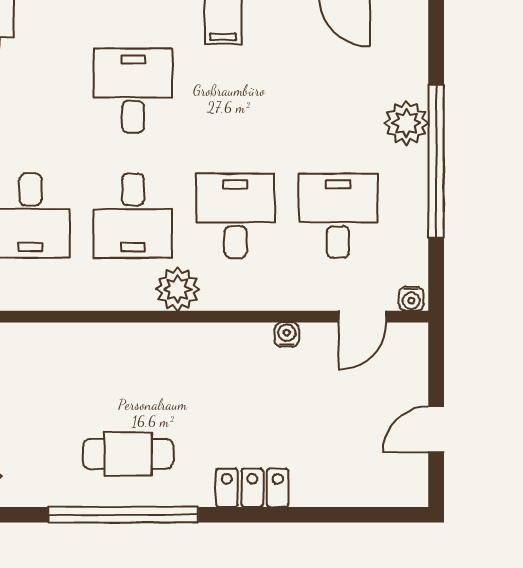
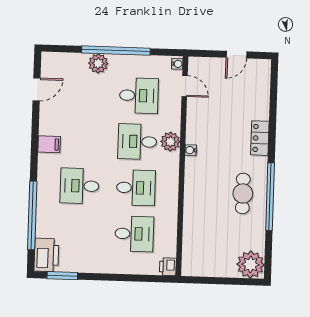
desk: (338, 216) -> (139, 96), turned 180
plant: (178, 289) -> (170, 142), moved
water cooler: (287, 335) -> (191, 150), moved
door: (436, 430) -> (236, 55), hinge flipped

